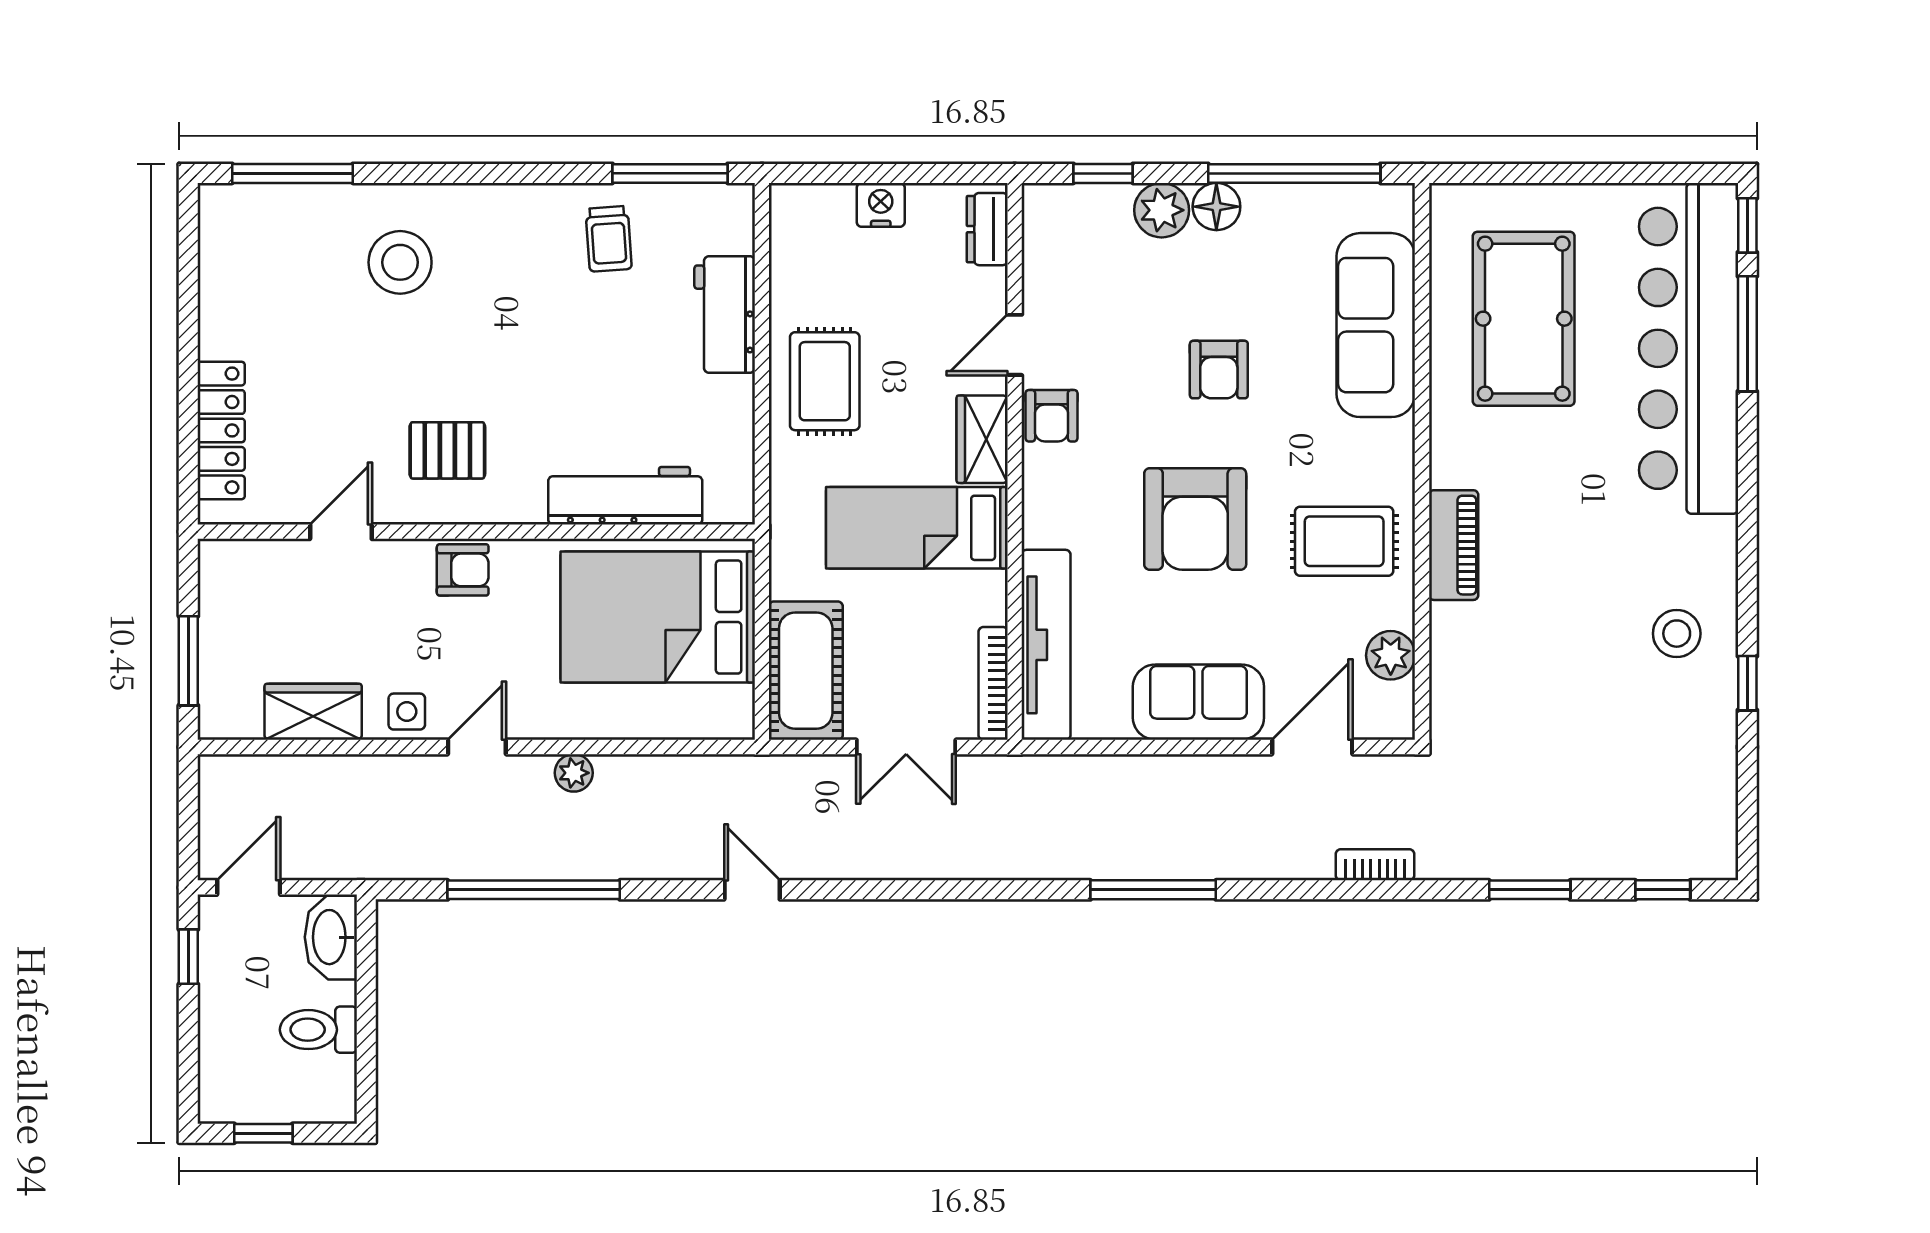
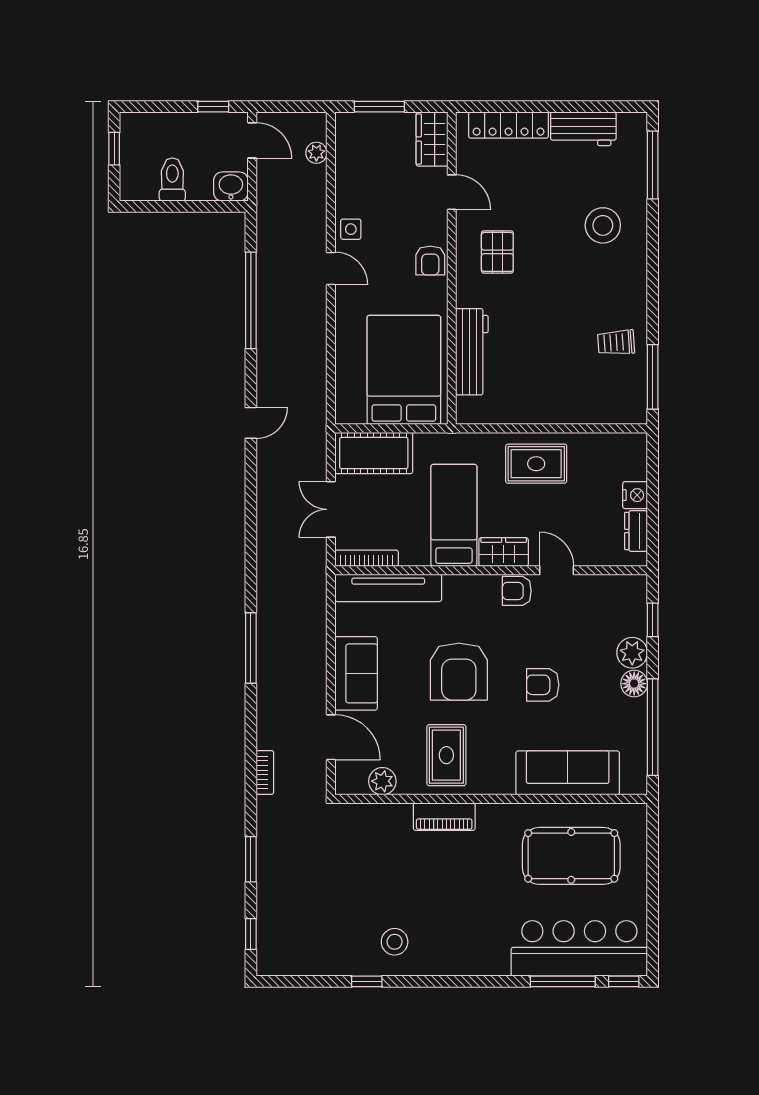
dresser: (987, 229) -> (636, 531), moved, turned -90
workbench: (725, 314) -> (583, 129), moved, turned 180
bar counter: (1689, 348) -> (579, 948), width x0.73
armchair: (1195, 519) -> (459, 672), turned -90
wardrobe: (313, 712) -> (432, 139), moved, turned 180
plant: (574, 773) -> (316, 153), moved
washbasin: (331, 937) -> (231, 187), width x0.72

